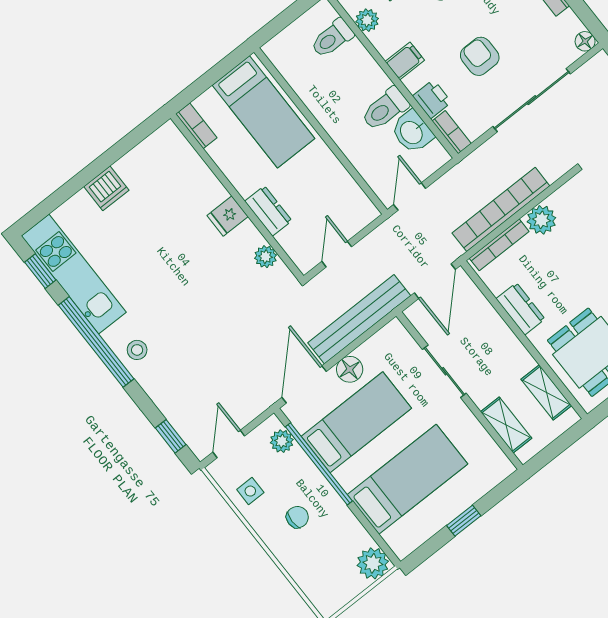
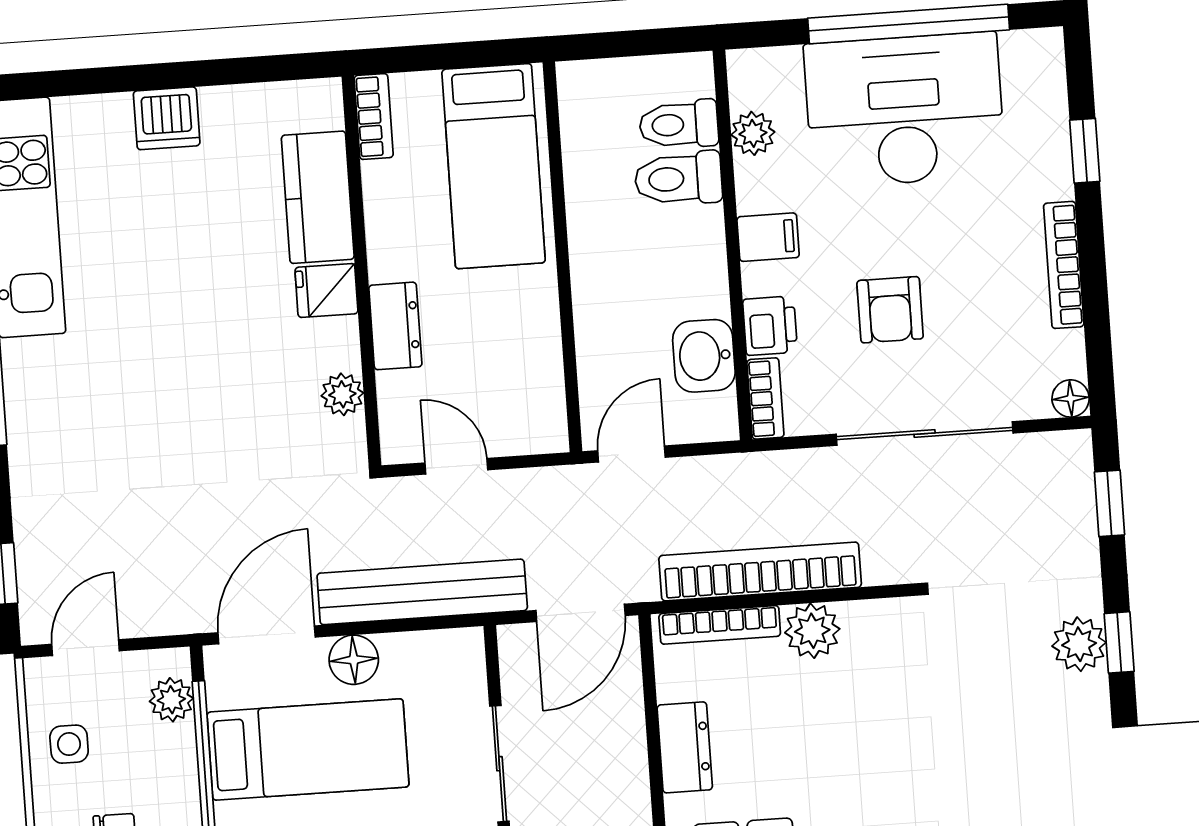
armchair: (480, 56) -> (890, 310), turned 180
toilet: (385, 109) -> (678, 179), moved
kitchen counter: (196, 178) -> (318, 197), added
door: (337, 254) -> (456, 466), hinge flipped
stool: (137, 350) -> (43, 403), removed

